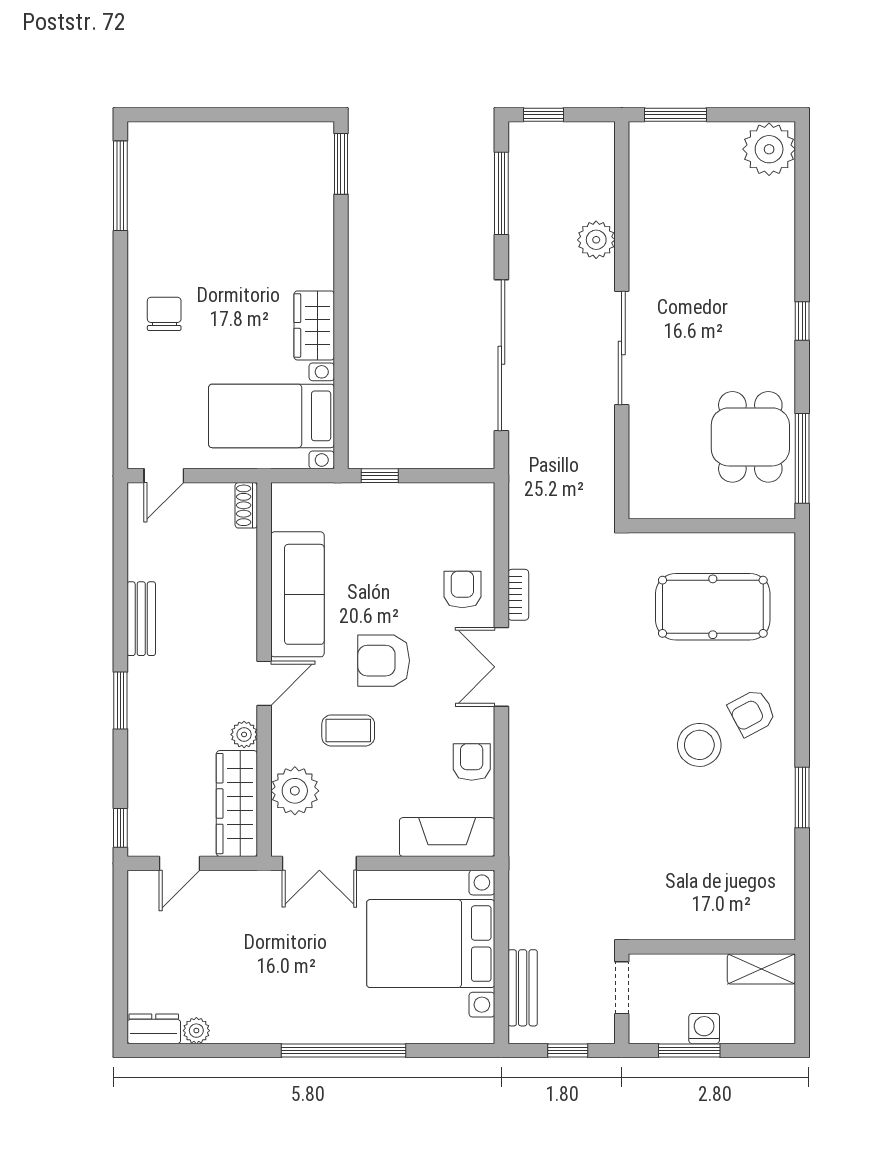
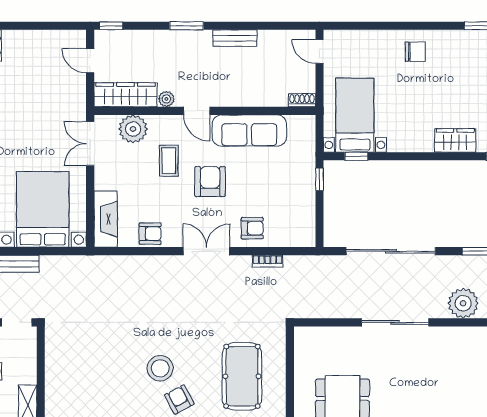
plant: (596, 240) -> (463, 303), width x1.36, depth x1.36
wardrobe: (314, 325) -> (455, 140), moved
window: (341, 413) -> (356, 156), added
bookcase: (518, 595) -> (267, 261), moved

